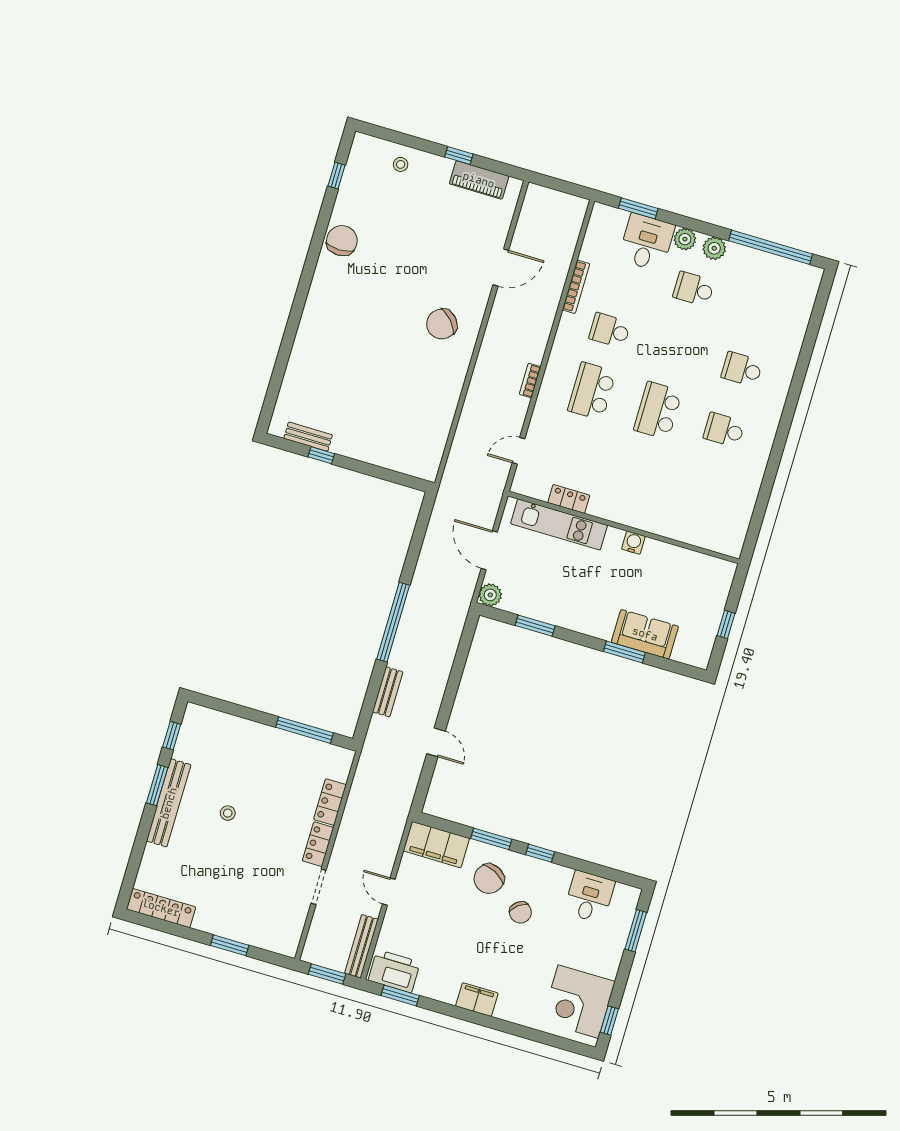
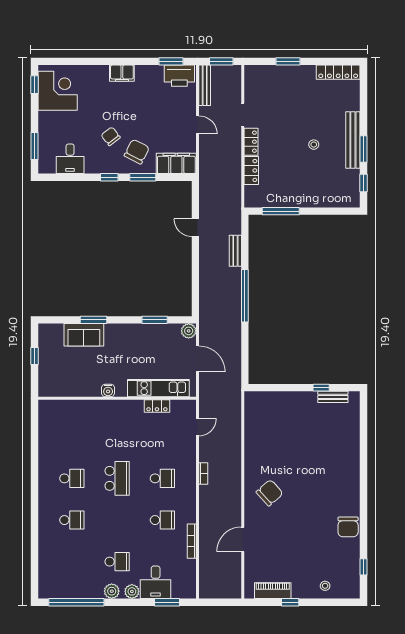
school desk: (592, 391) -> (162, 478), width x0.54

